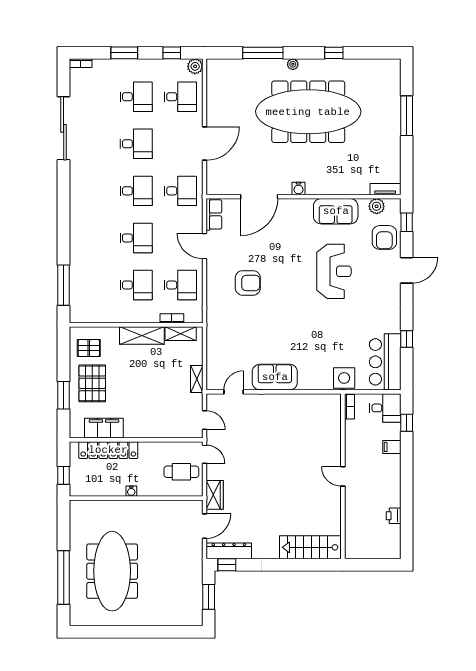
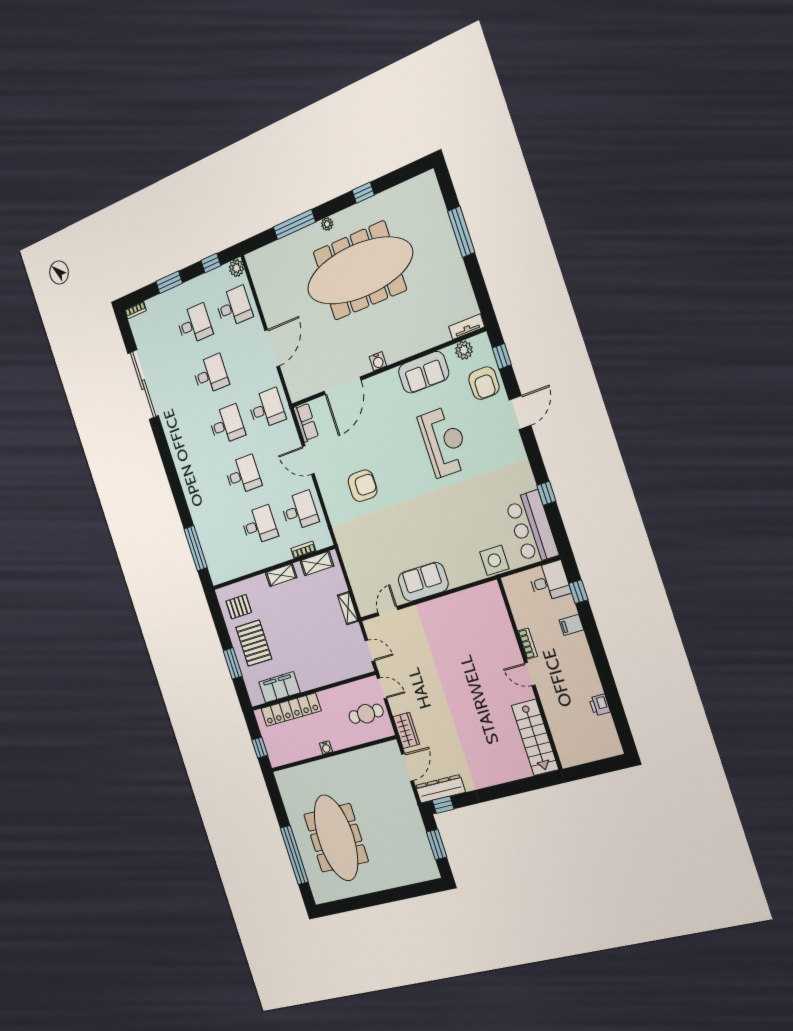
shelving: (142, 335) -> (281, 575), width x0.67, depth x0.75
bookcase: (350, 407) -> (528, 644), moved
stairs: (310, 547) -> (535, 737), moved, turned -90

